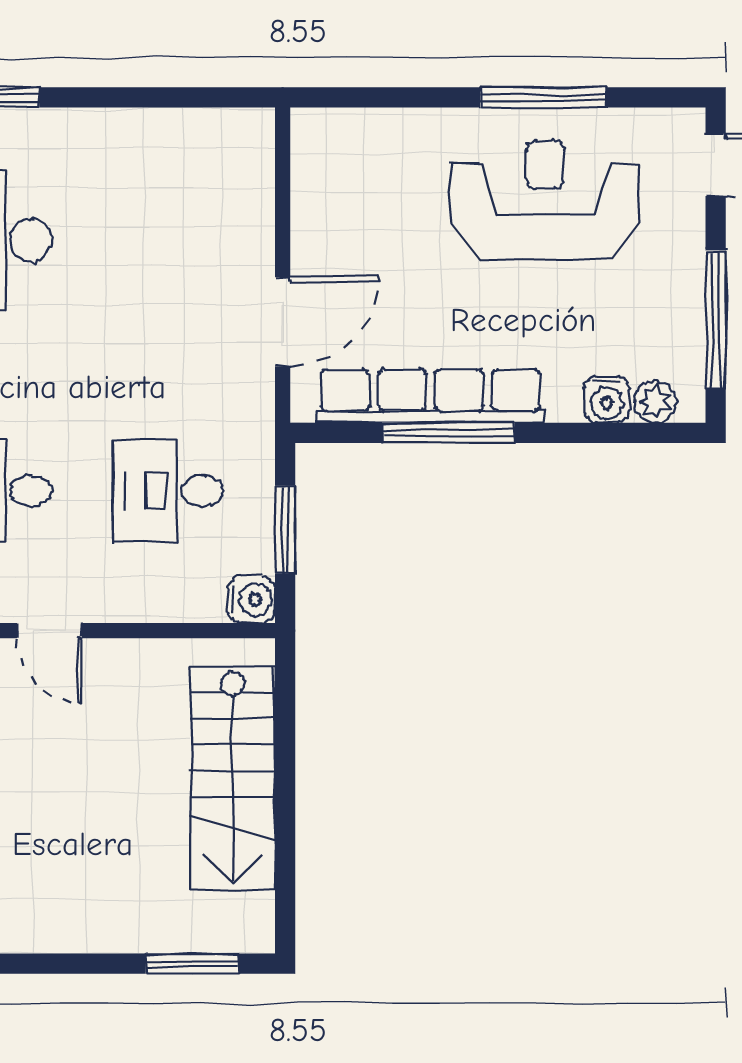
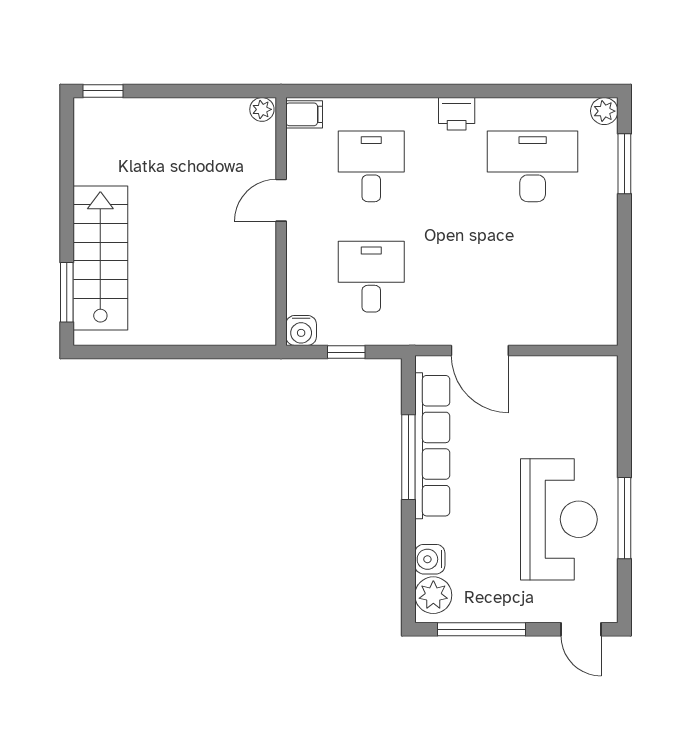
plant: (655, 402) -> (433, 595), width x1.38, depth x1.38
window: (285, 529) -> (346, 352), width x0.67
stairs: (233, 778) -> (100, 258), moved, turned 90

